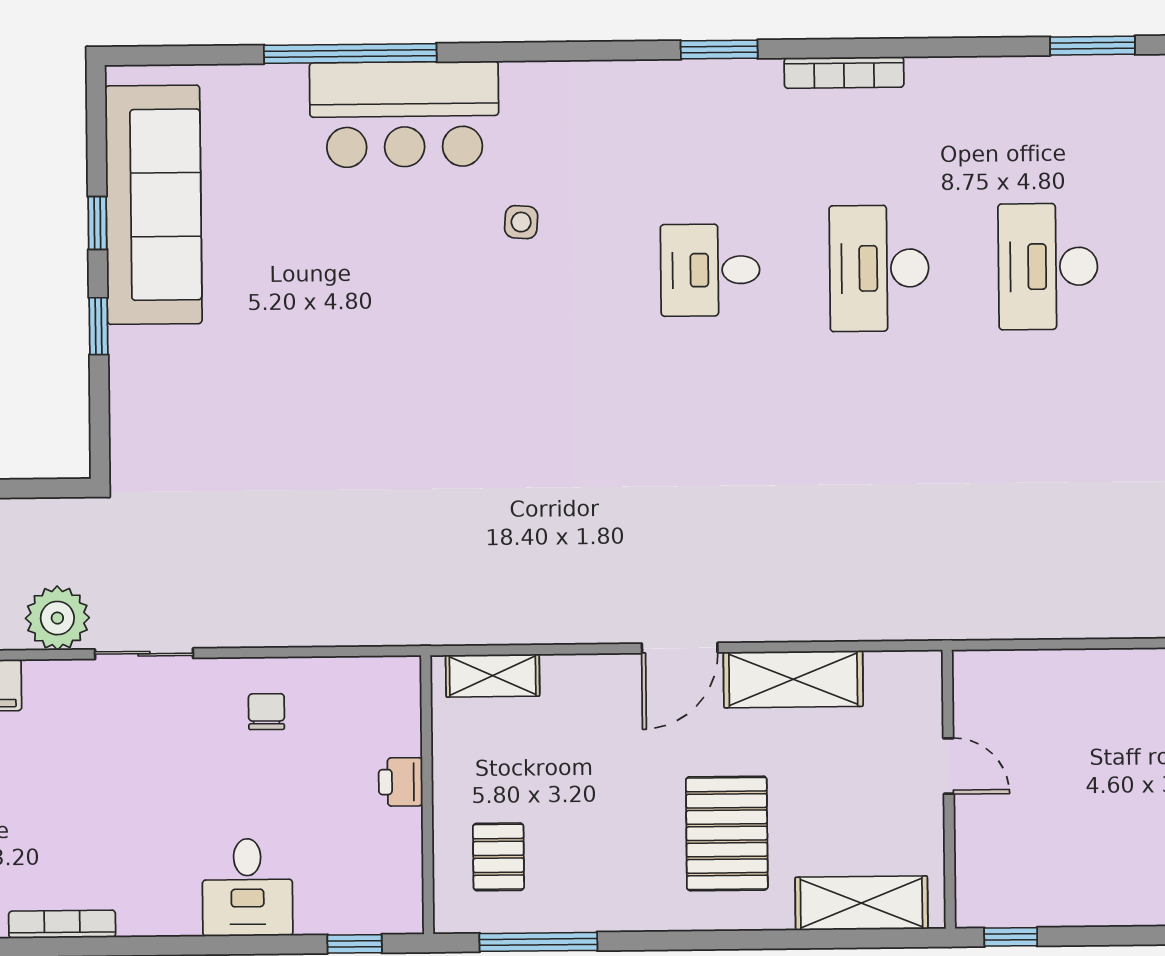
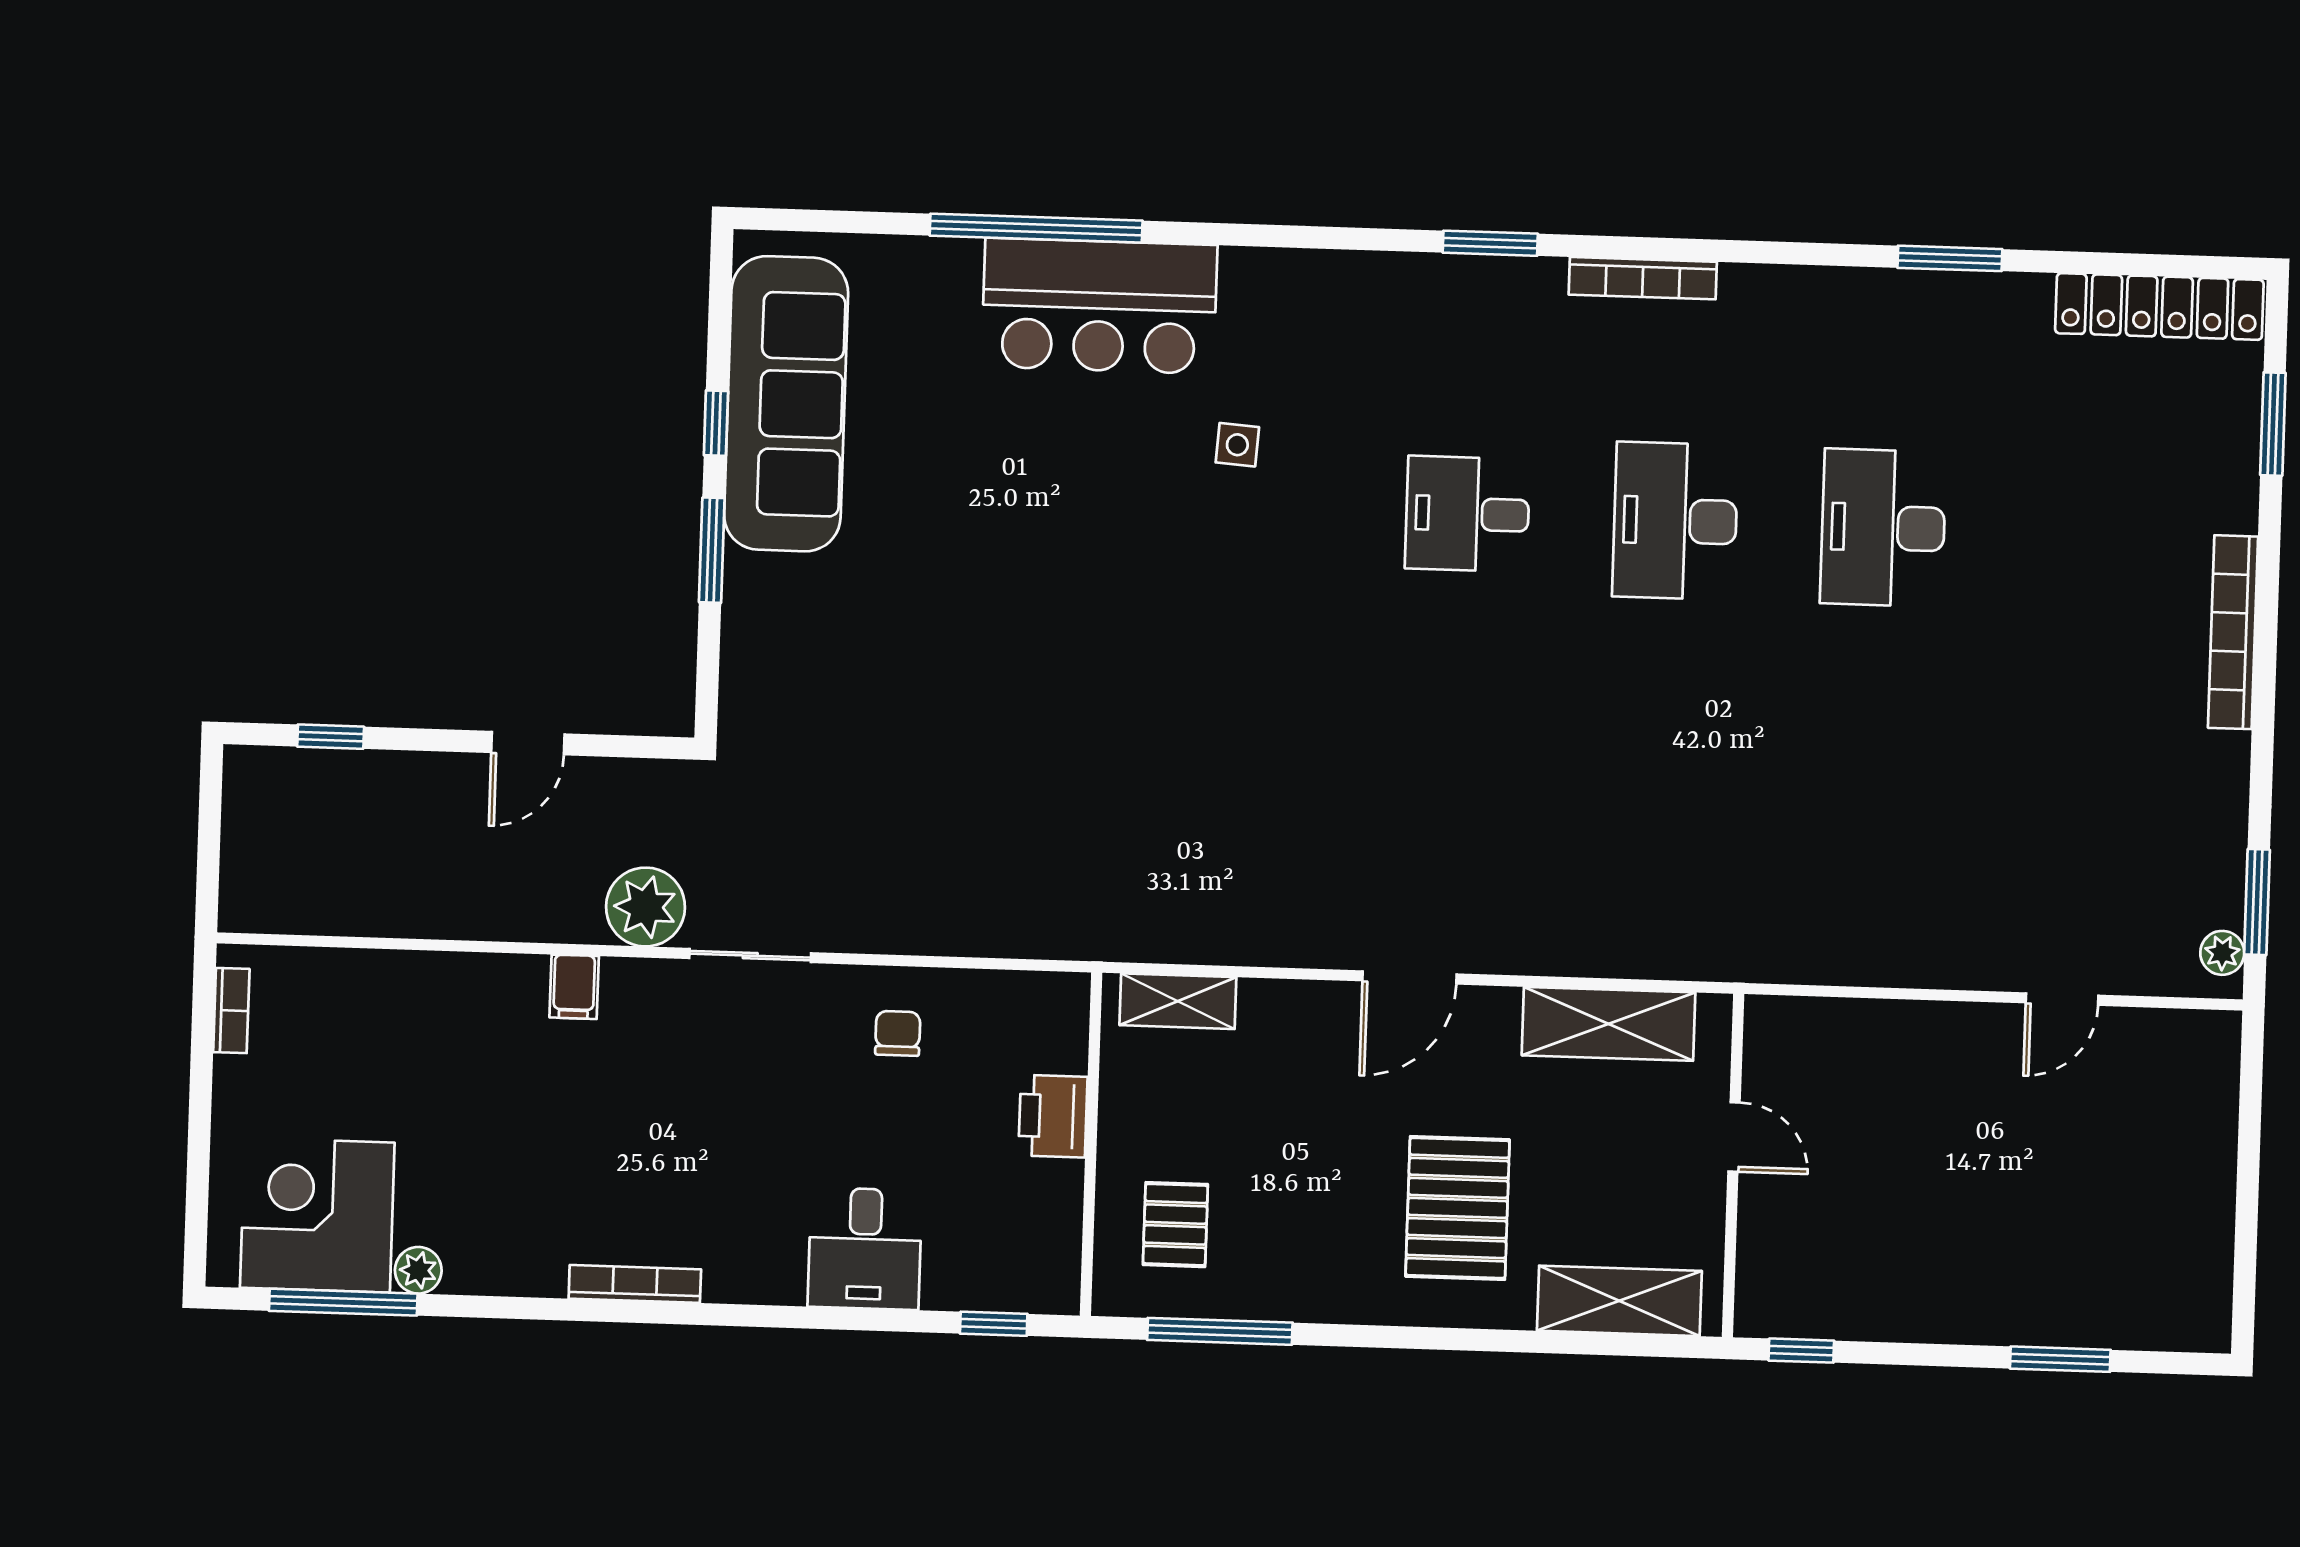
window: (98, 326) -> (712, 550), width x1.50
shelving: (793, 679) -> (1608, 1024), moved
printer: (401, 782) -> (1053, 1116), width x1.36, depth x1.24

